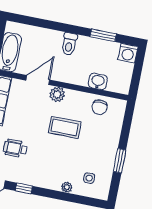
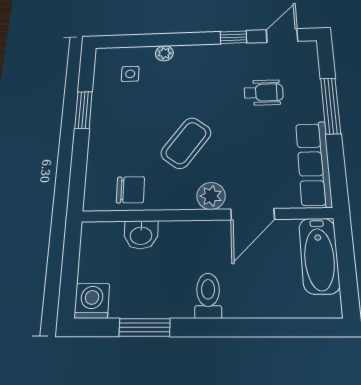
chair: (100, 107) -> (130, 190), turned 90
coffee table: (65, 127) -> (186, 143), turned -53

